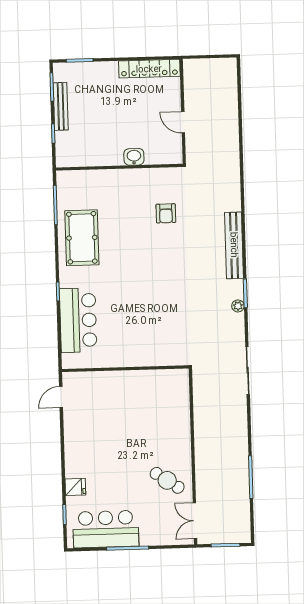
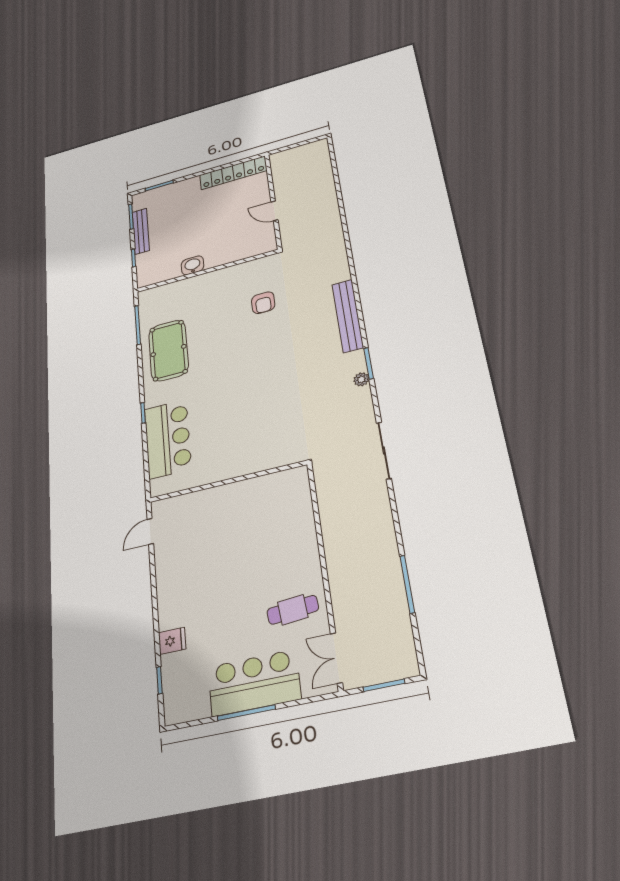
washbasin: (134, 157) -> (192, 265), moved
cafe table: (167, 480) -> (293, 610), turned -39
bar counter: (106, 529) -> (254, 683), moved

